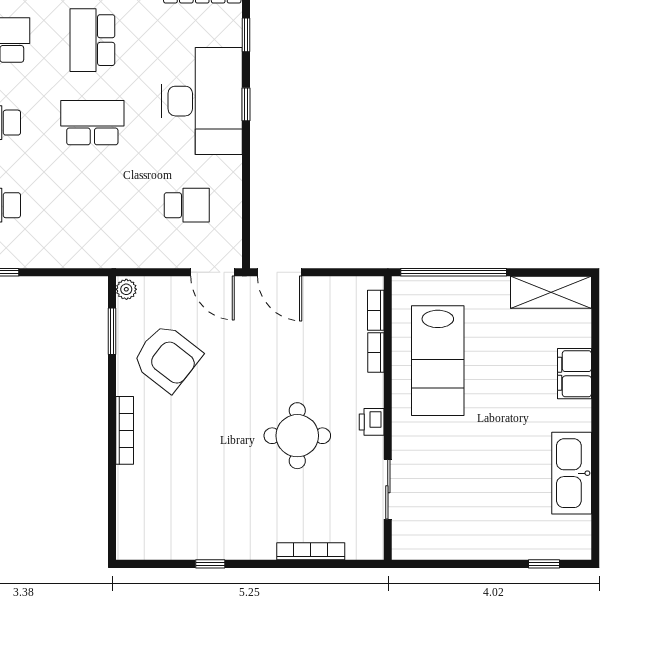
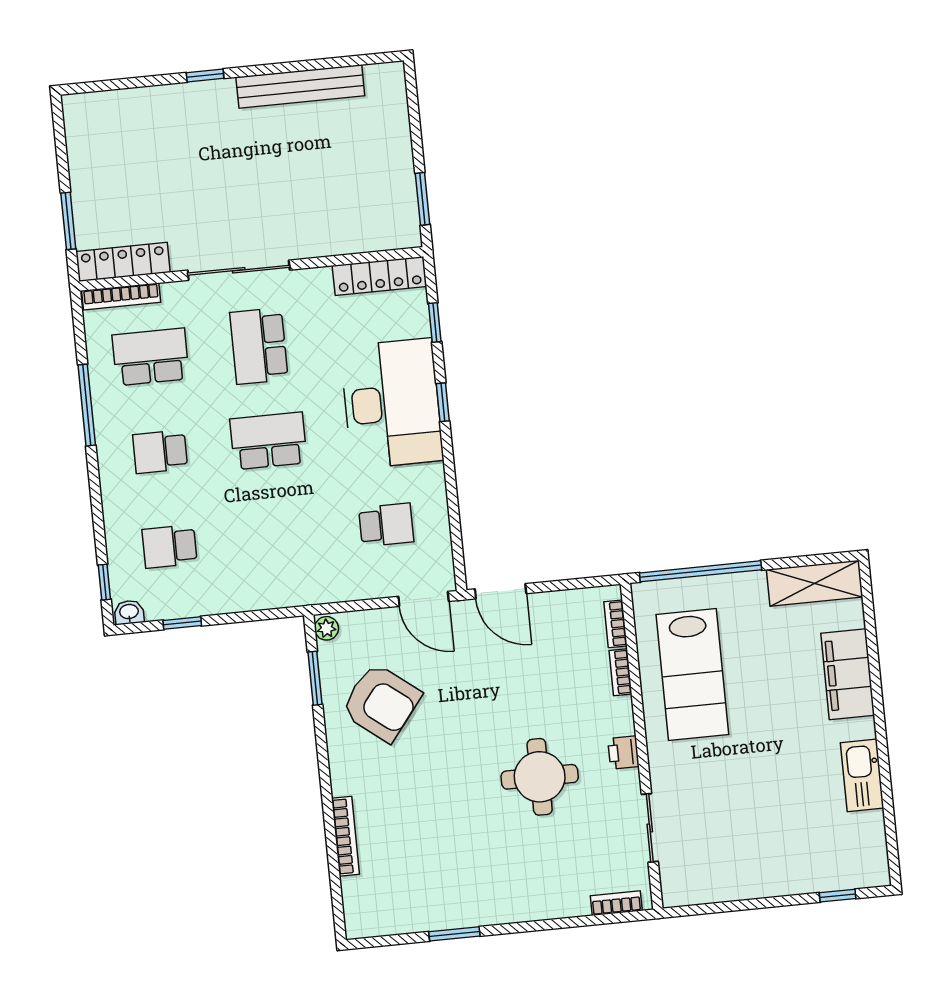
filing cabinet: (575, 374) -> (848, 674), width x1.50, depth x1.17
bookcase: (125, 430) -> (345, 836), moved
kitchen sink: (572, 473) -> (862, 775), width x0.73, depth x0.81
bookcase: (311, 551) -> (616, 903), moved, width x0.64
window: (210, 564) -> (454, 934), width x1.50

